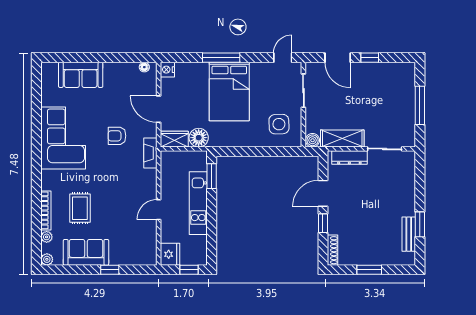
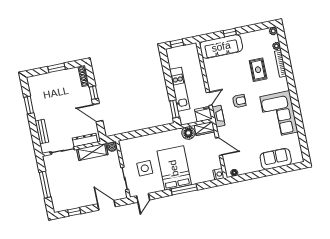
window: (370, 58) -> (74, 212), moved
side table: (279, 124) -> (145, 168), moved
armchair: (117, 136) -> (239, 101), moved
door: (323, 193) -> (98, 113), swing flipped
door: (159, 210) -> (209, 99), moved
bench: (409, 234) -> (42, 132), moved
sofa: (86, 252) -> (221, 47), moved, width x1.36
fridge: (170, 254) -> (203, 114), moved, turned 90

